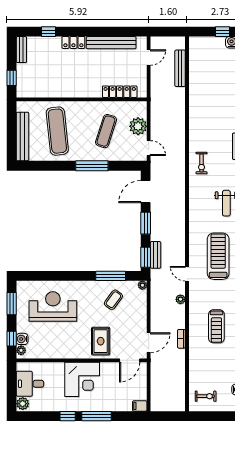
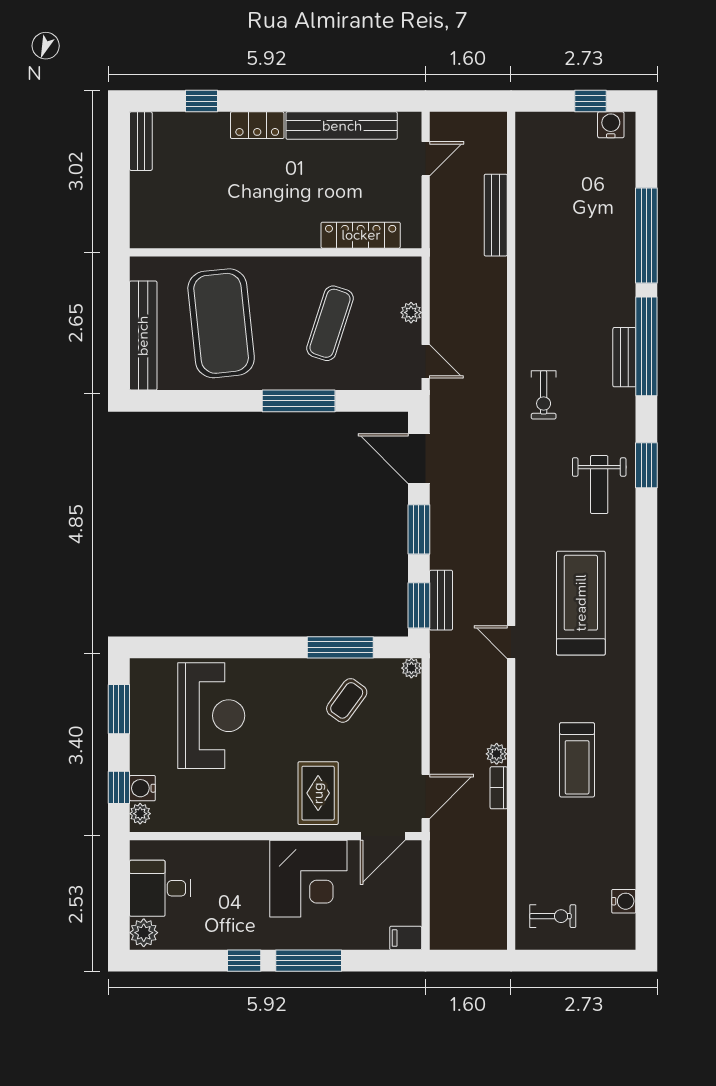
bench: (180, 68) -> (496, 215), moved
window: (12, 78) -> (119, 205), removed
plant: (138, 126) -> (411, 313), width x0.53, depth x0.53
exercise mat: (57, 131) -> (221, 323), width x1.47
door: (146, 192) -> (419, 459), hinge flipped
plant: (180, 299) -> (497, 754), moved
reception desk: (53, 307) -> (211, 716), turned 90
corner desk: (82, 379) -> (308, 879), moved

